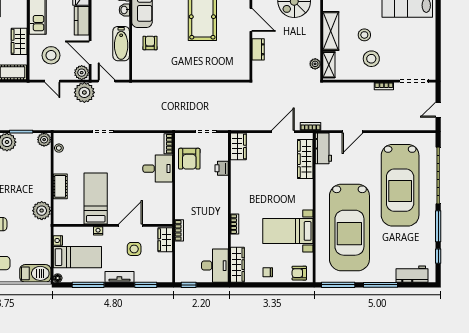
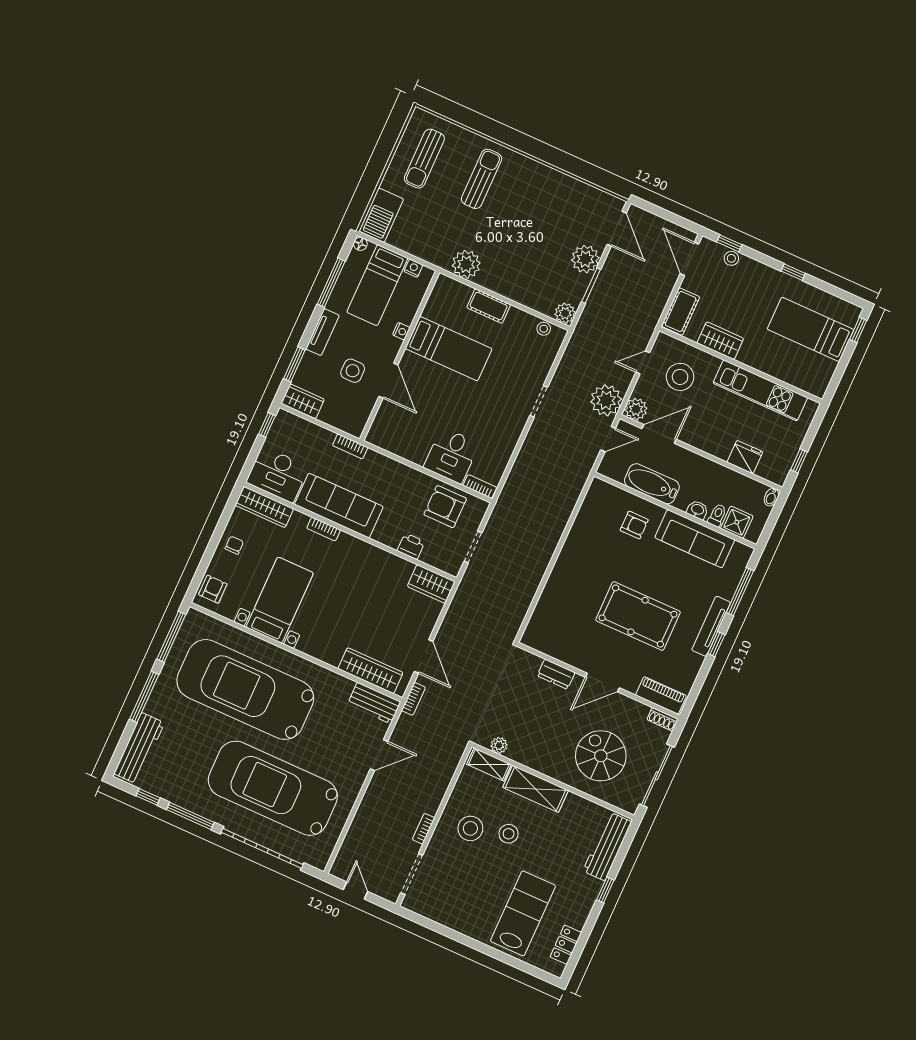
kitchen counter: (82, 21) -> (709, 442), removed
door: (353, 132) -> (379, 755), swing flipped
sofa: (217, 221) -> (339, 506), added
wardrobe: (165, 240) -> (303, 401), moved
workbench: (412, 274) -> (139, 748), width x1.37

